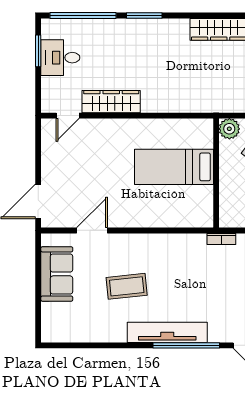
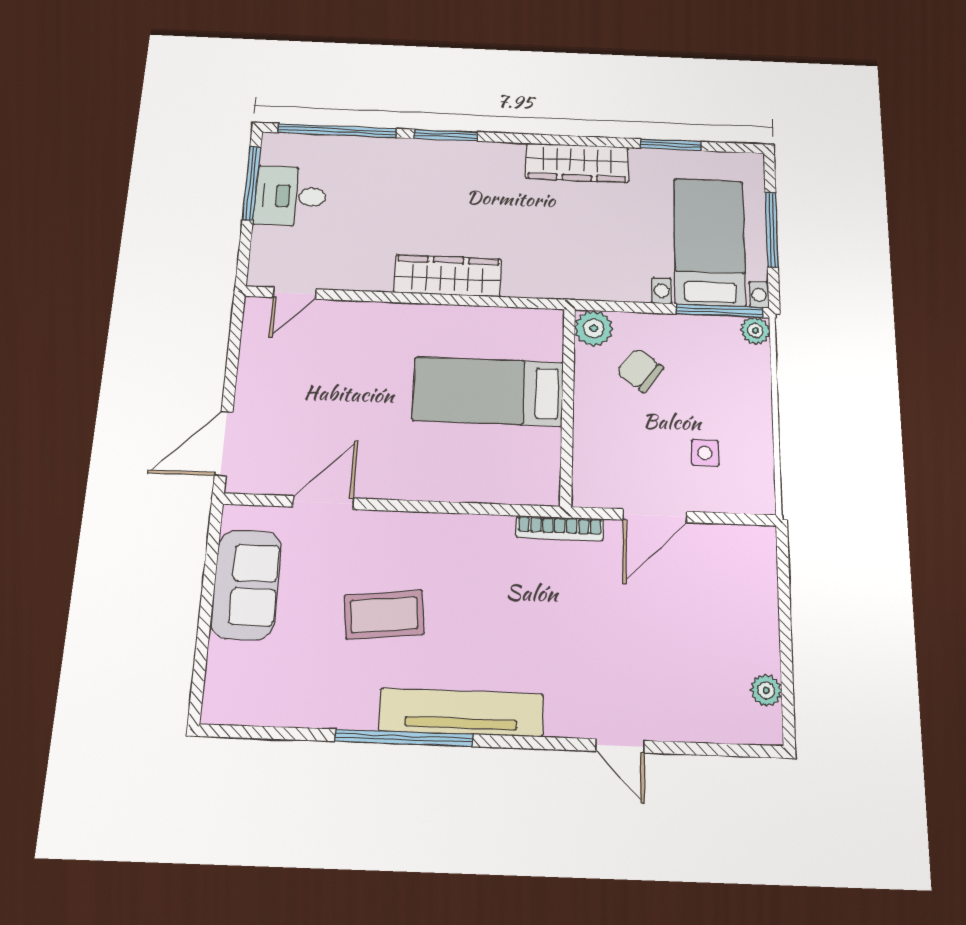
window: (38, 51) -> (252, 183), width x1.44
wardrobe: (111, 102) -> (448, 276), moved
bookcase: (221, 239) -> (560, 528), width x1.56
window: (186, 345) -> (404, 738), moved

